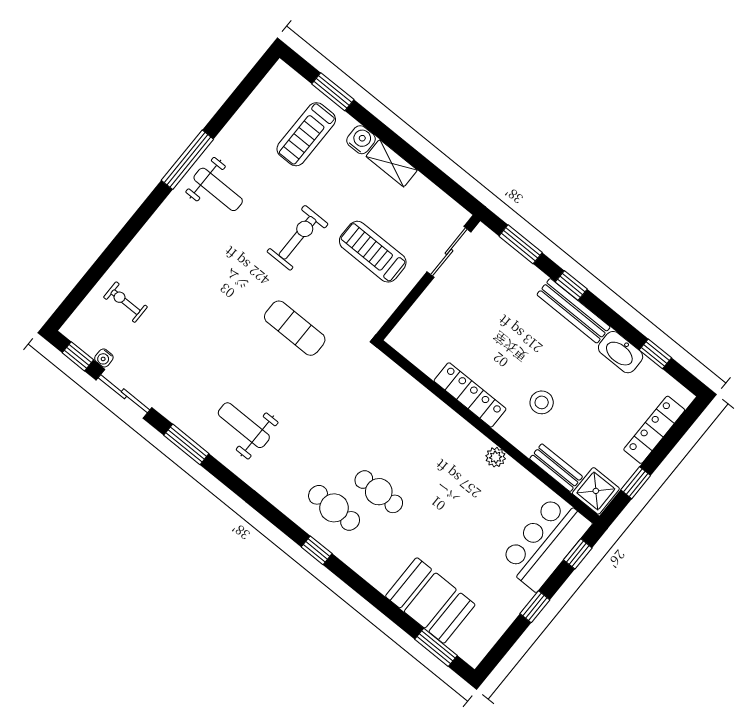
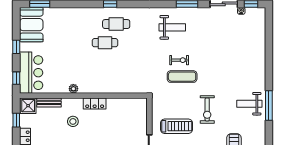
exercise bike: (125, 302) -> (179, 60), moved
locker: (470, 395) -> (95, 103), width x0.66
booth: (430, 600) -> (31, 25), moved, turned 90

